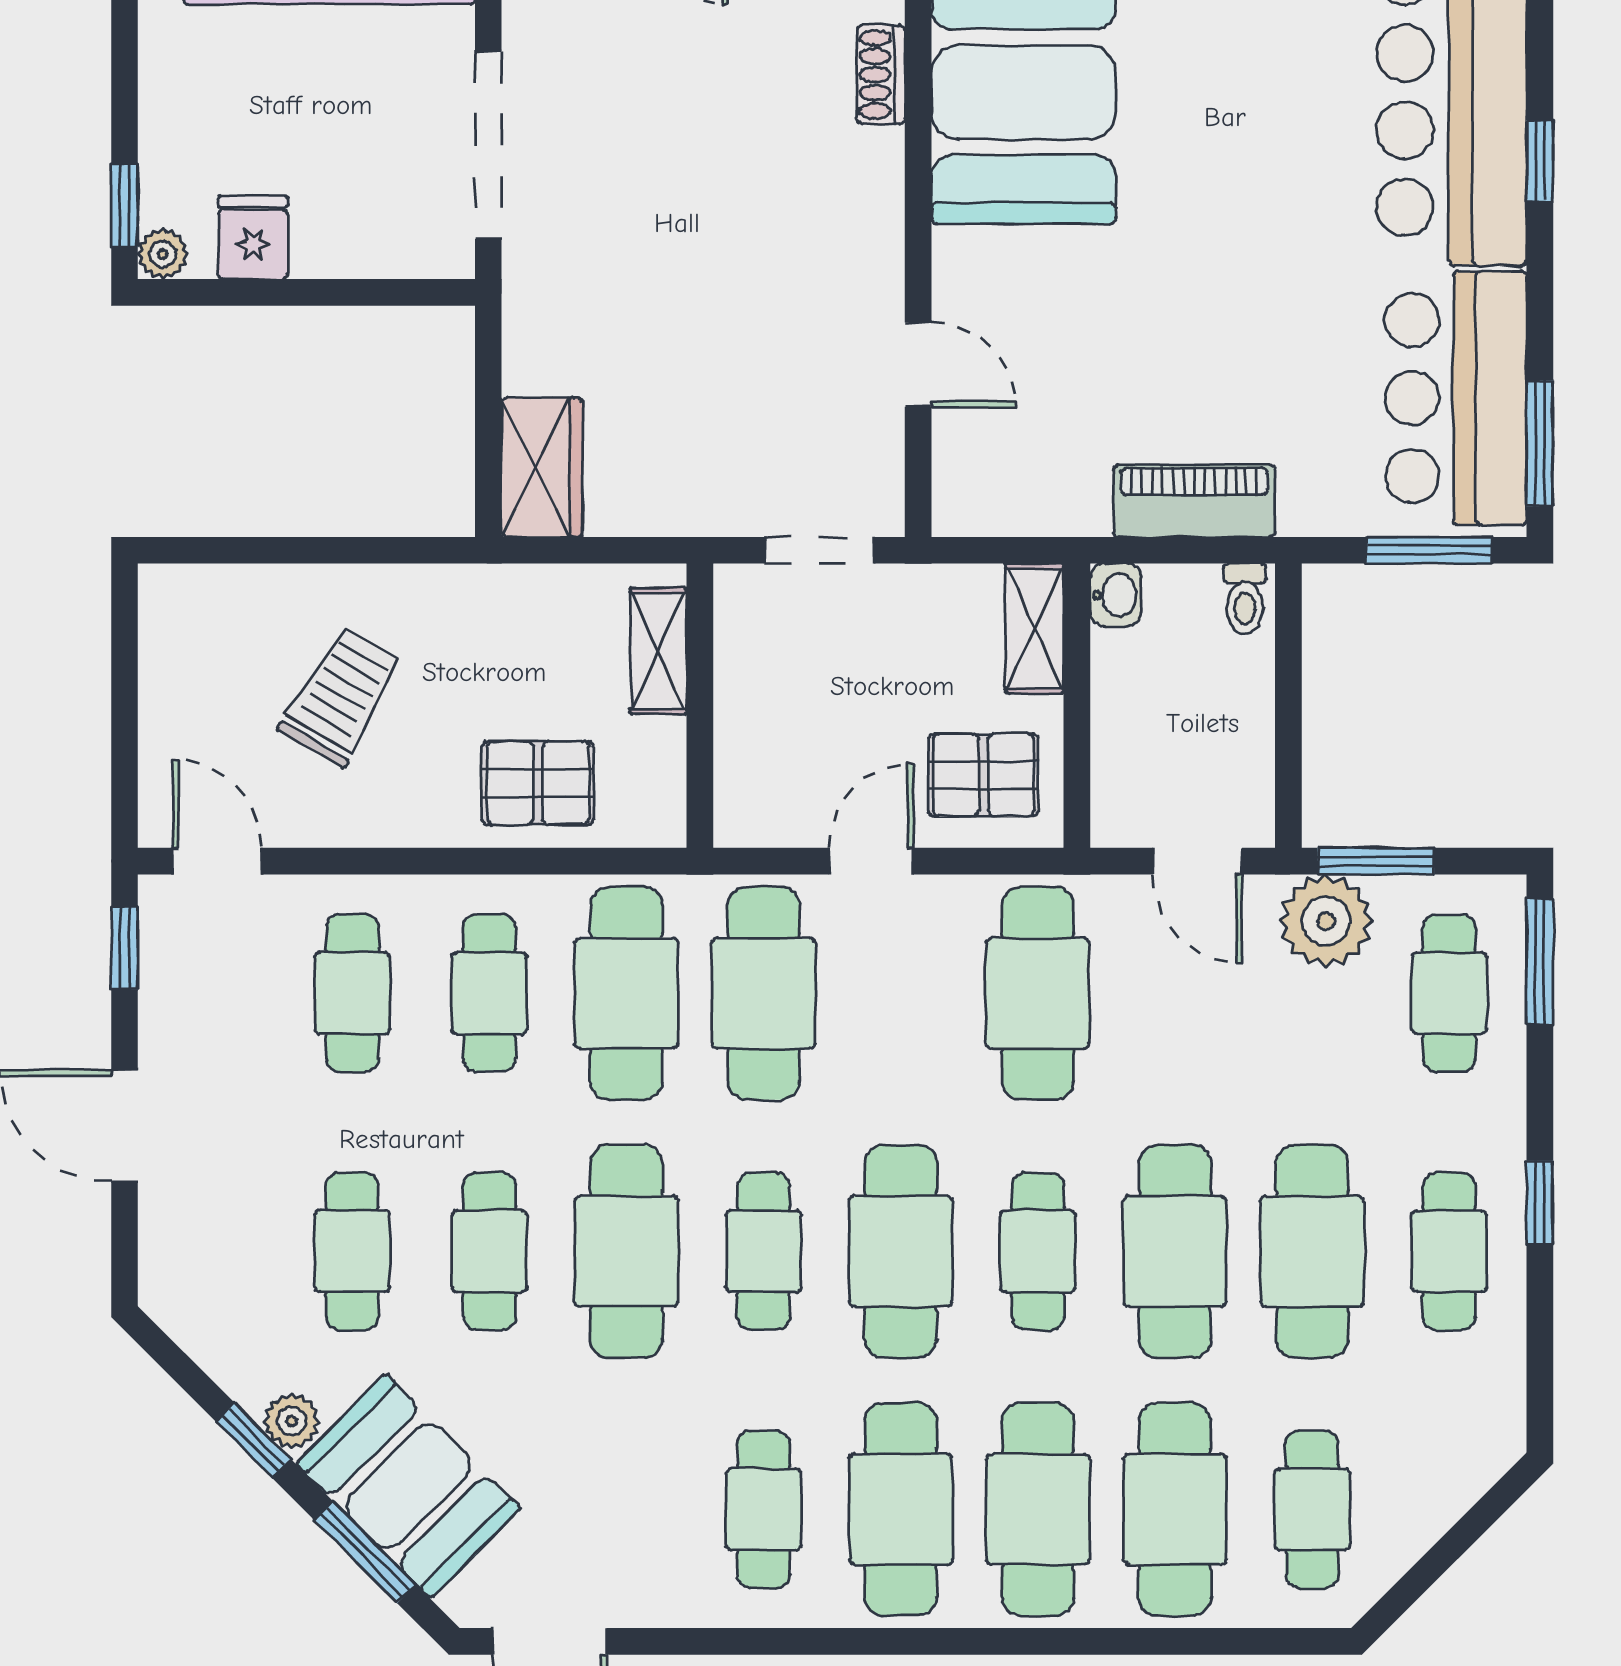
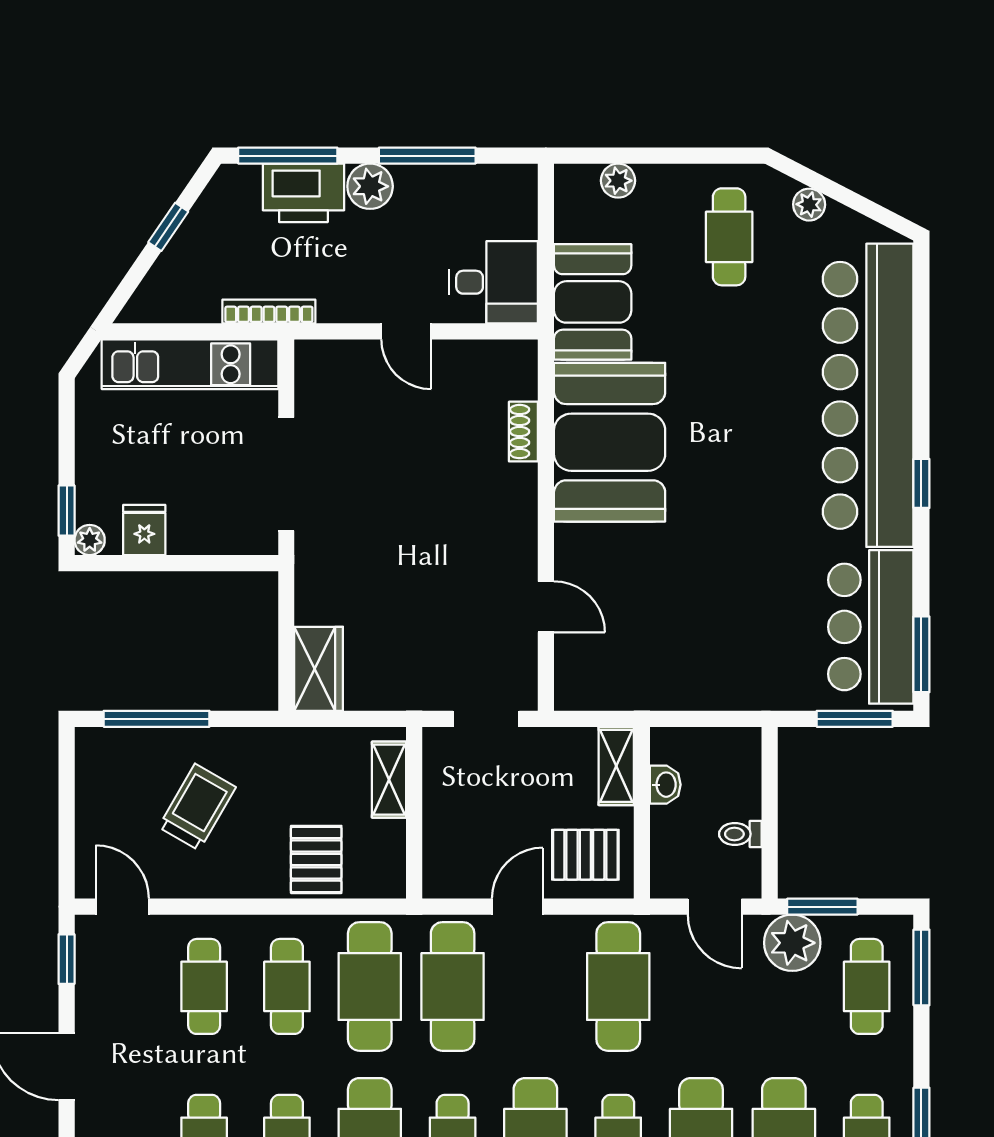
piano: (1194, 501) -> (713, 689), removed
window: (274, 550) -> (157, 719), added
washbasin: (1116, 595) -> (665, 785), moved
toilet: (1245, 599) -> (740, 834), moved, turned 90
pallet: (538, 783) -> (316, 859), turned 90

